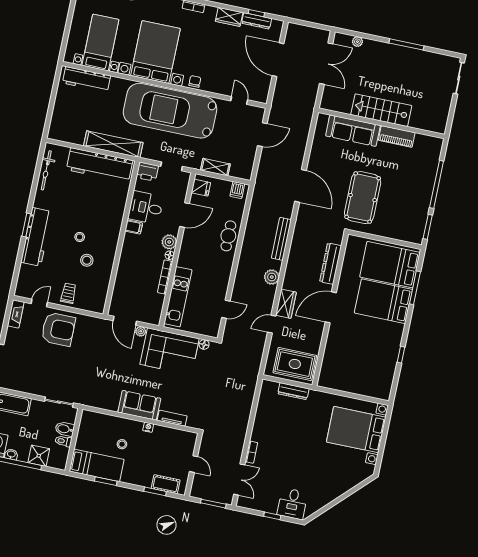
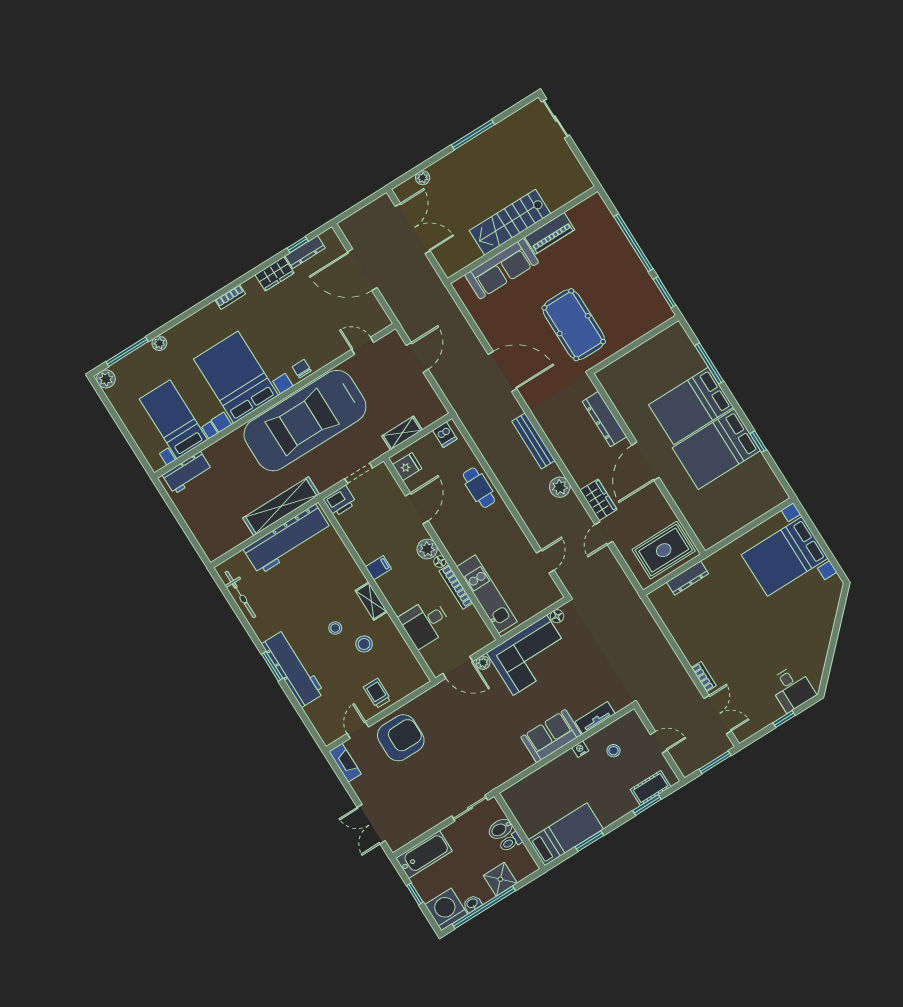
workbench: (87, 79) -> (187, 473), width x0.73
desk: (146, 208) -> (425, 623), moved
shelving: (113, 241) -> (371, 601), added
bed: (390, 265) -> (716, 449), moved
stool: (122, 444) -> (613, 751), moved

